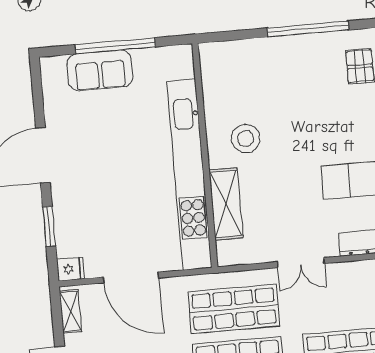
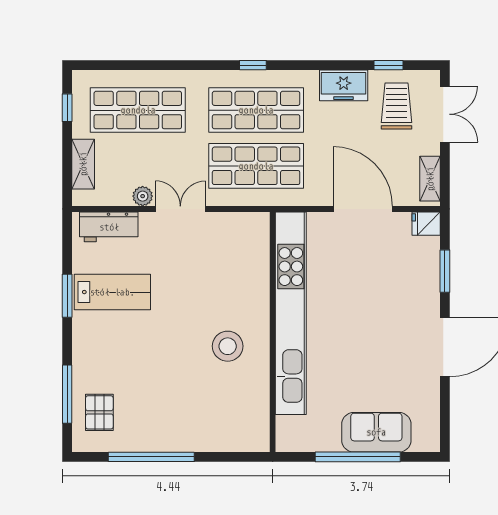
shelving: (226, 204) -> (255, 278), removed
plant: (337, 271) -> (143, 196), added

